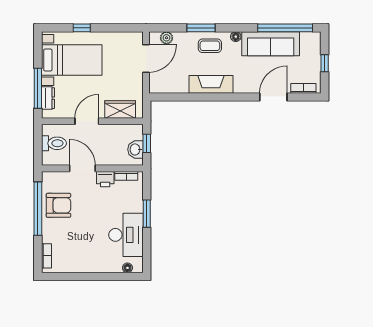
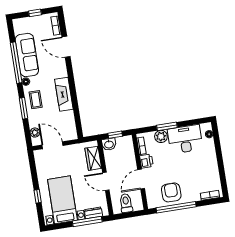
window: (285, 28) -> (16, 63), moved
washbasin: (135, 149) -> (109, 144), moved
plant: (135, 204) -> (161, 136), added

